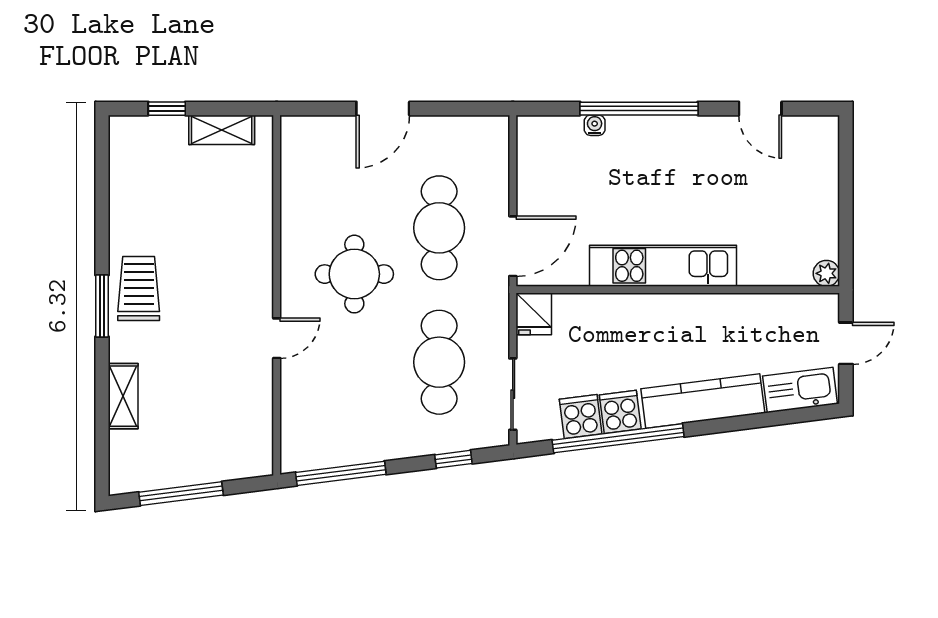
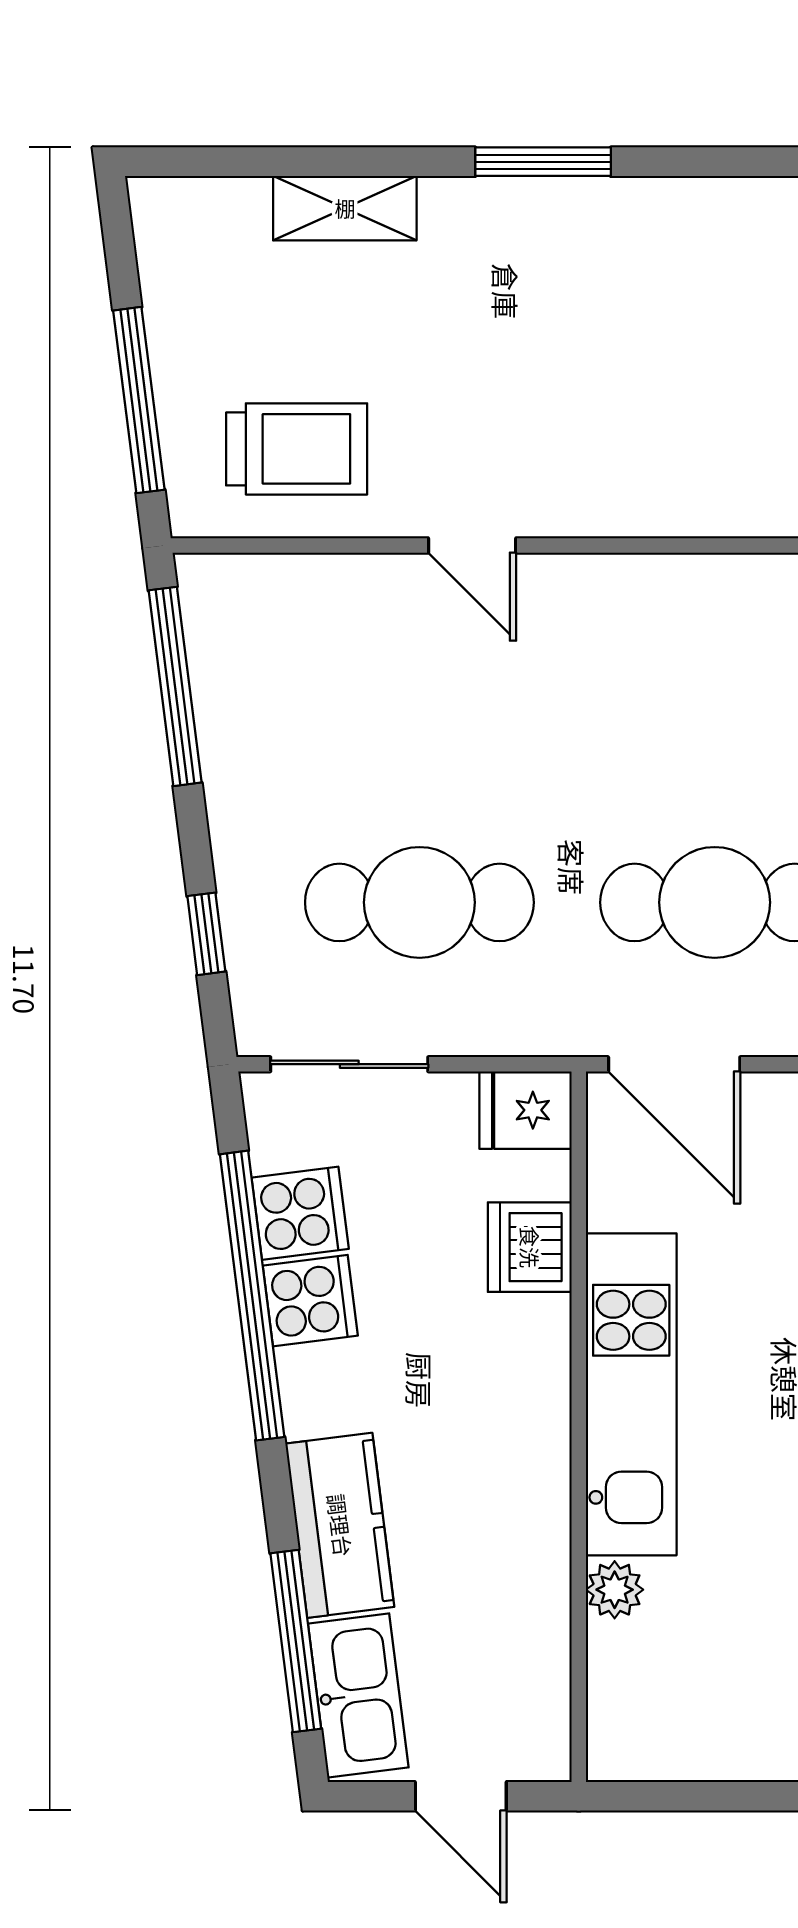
plant: (826, 273) -> (615, 1590), moved
round table: (354, 274) -> (613, 716), removed
trolley: (139, 289) -> (297, 449), moved
dishwasher: (596, 312) -> (530, 1247), added
kitchen counter: (703, 401) -> (340, 1525), width x0.67
window: (775, 418) -> (296, 1641), added
window: (181, 494) -> (139, 400), moved

